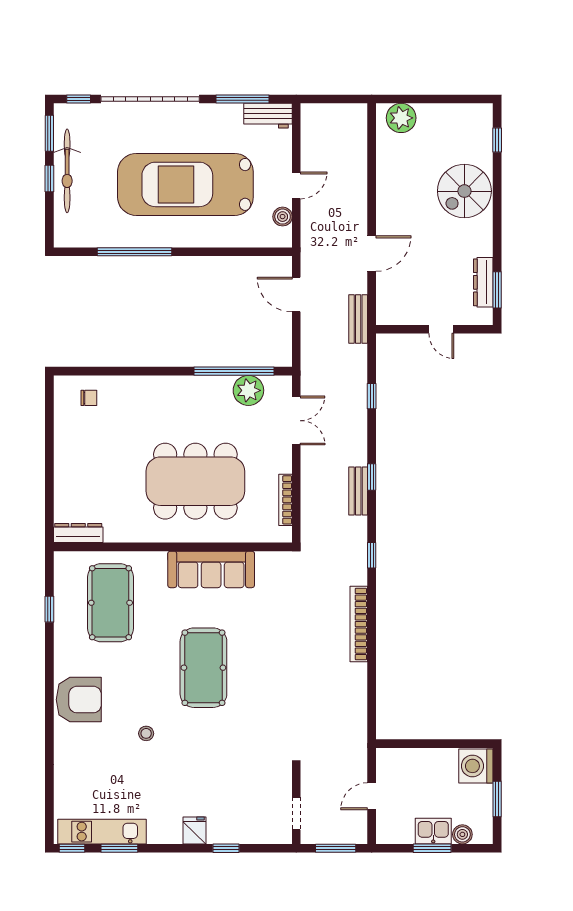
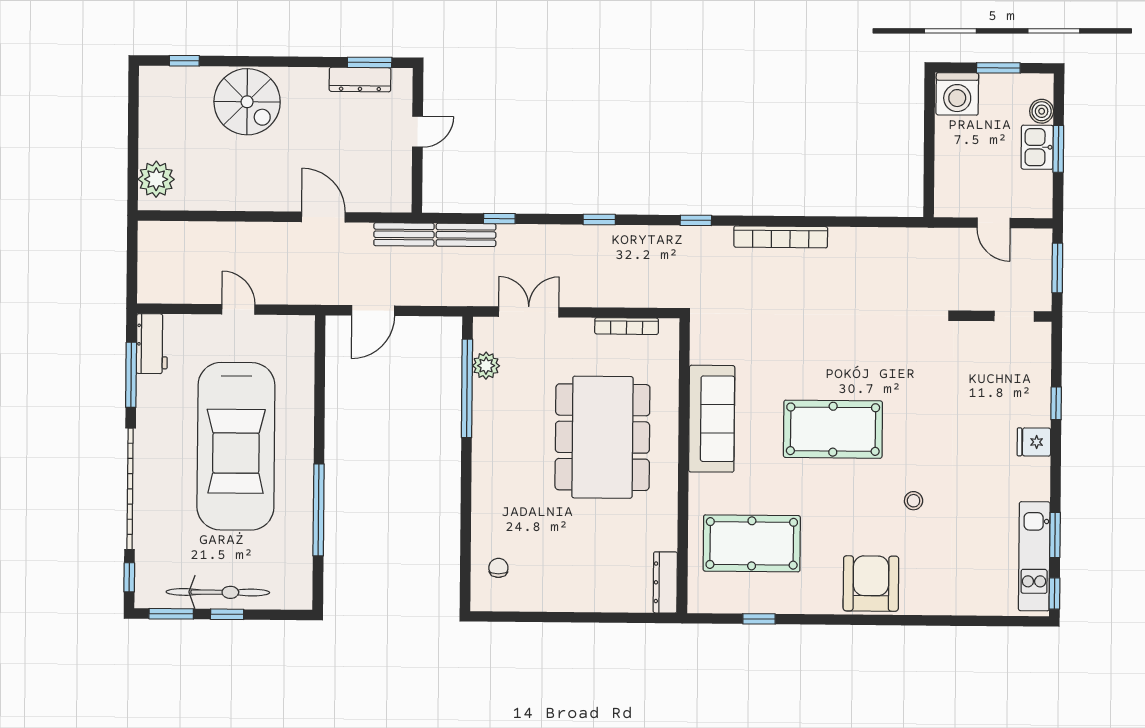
boiler: (283, 217) -> (277, 327), removed
plant: (248, 390) -> (486, 366), width x0.73, depth x0.73
bench: (358, 491) -> (466, 235), moved

